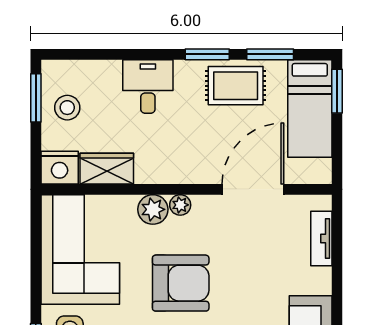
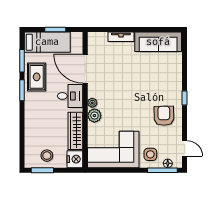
desk: (148, 86) -> (70, 96), moved, turned 180
window: (337, 91) -> (55, 29), moved
wardrobe: (107, 169) -> (75, 131), width x1.50
tv unit: (321, 239) -> (121, 37), moved
armchair: (181, 283) -> (129, 103), removed

